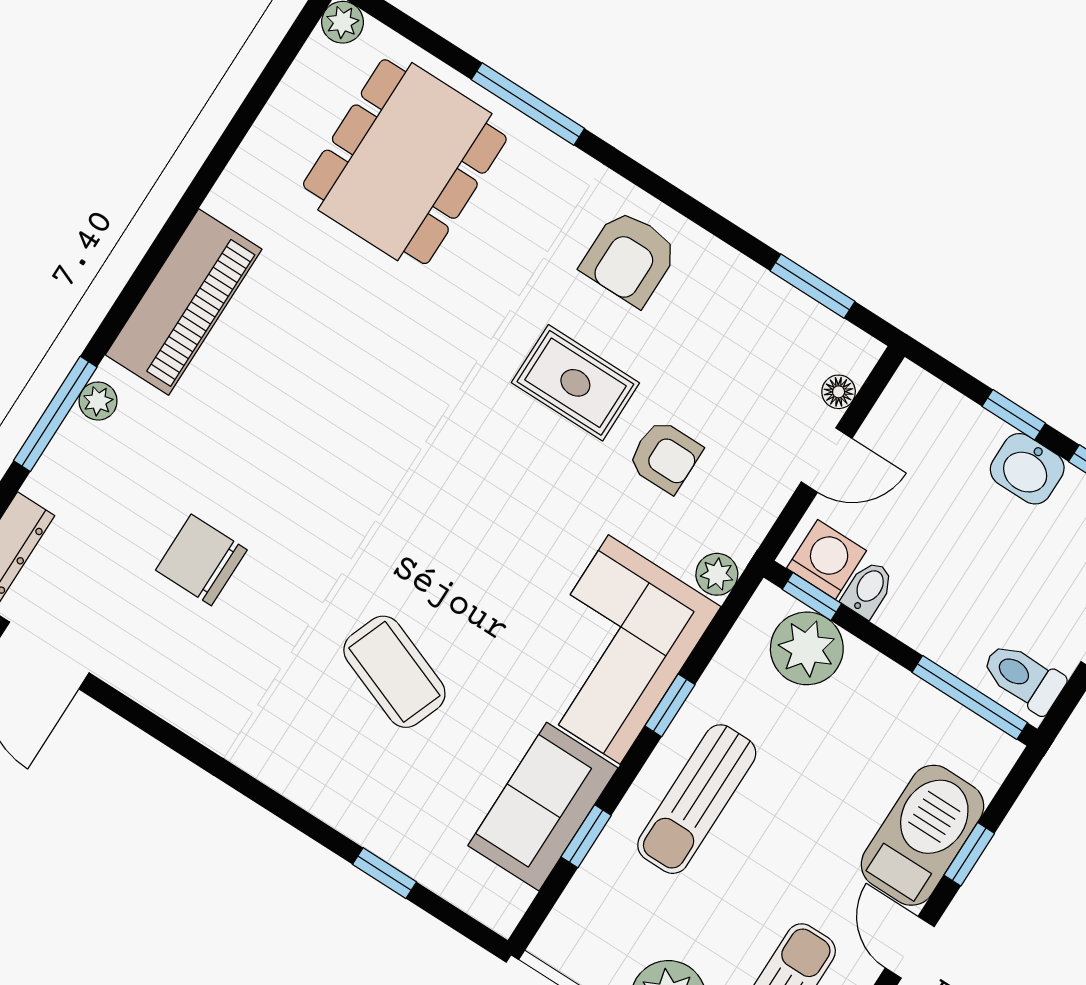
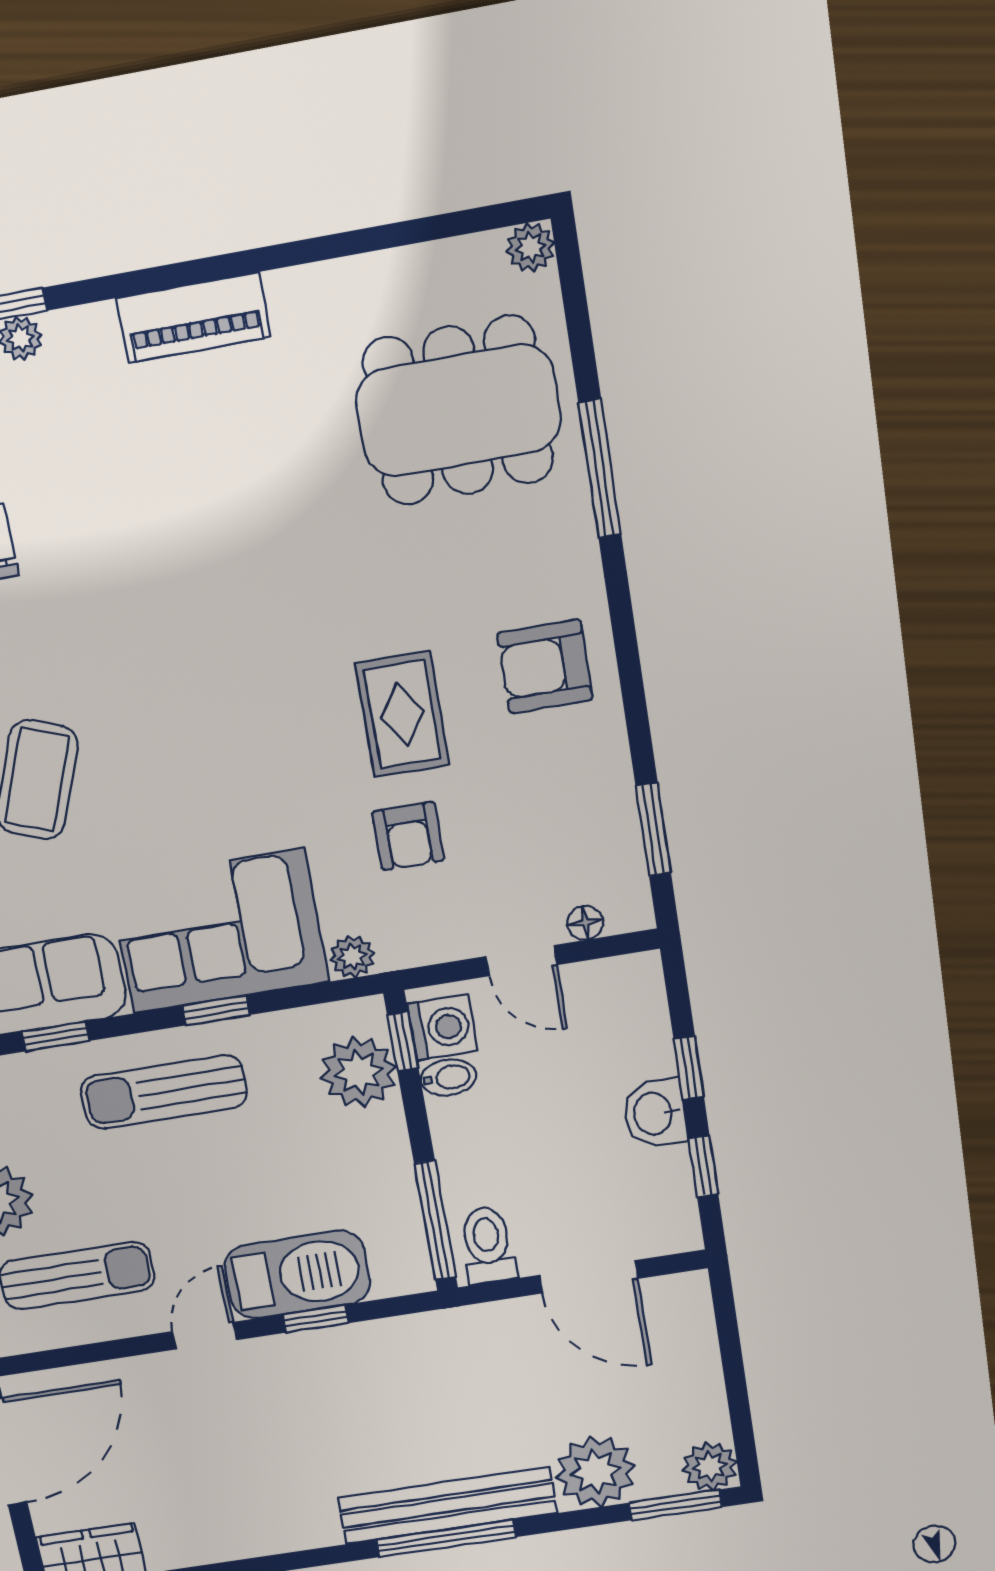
piano: (184, 302) -> (194, 318), width x0.73, depth x0.75

